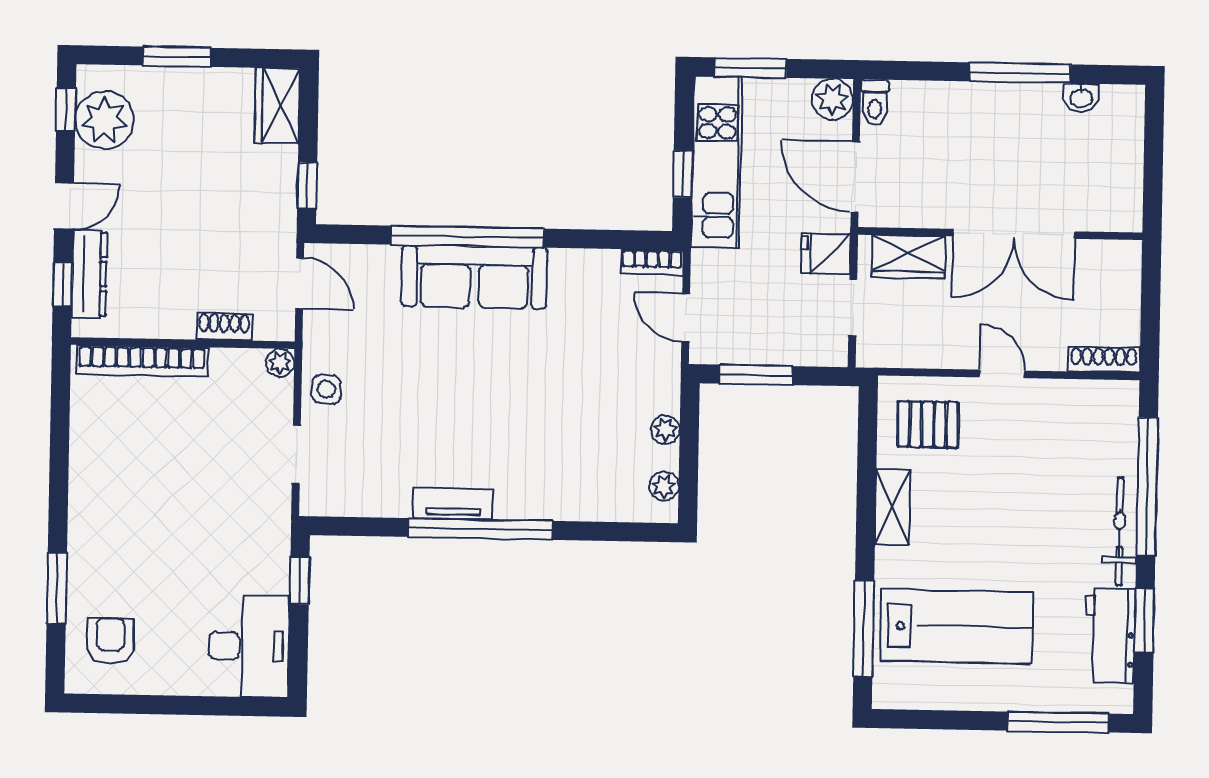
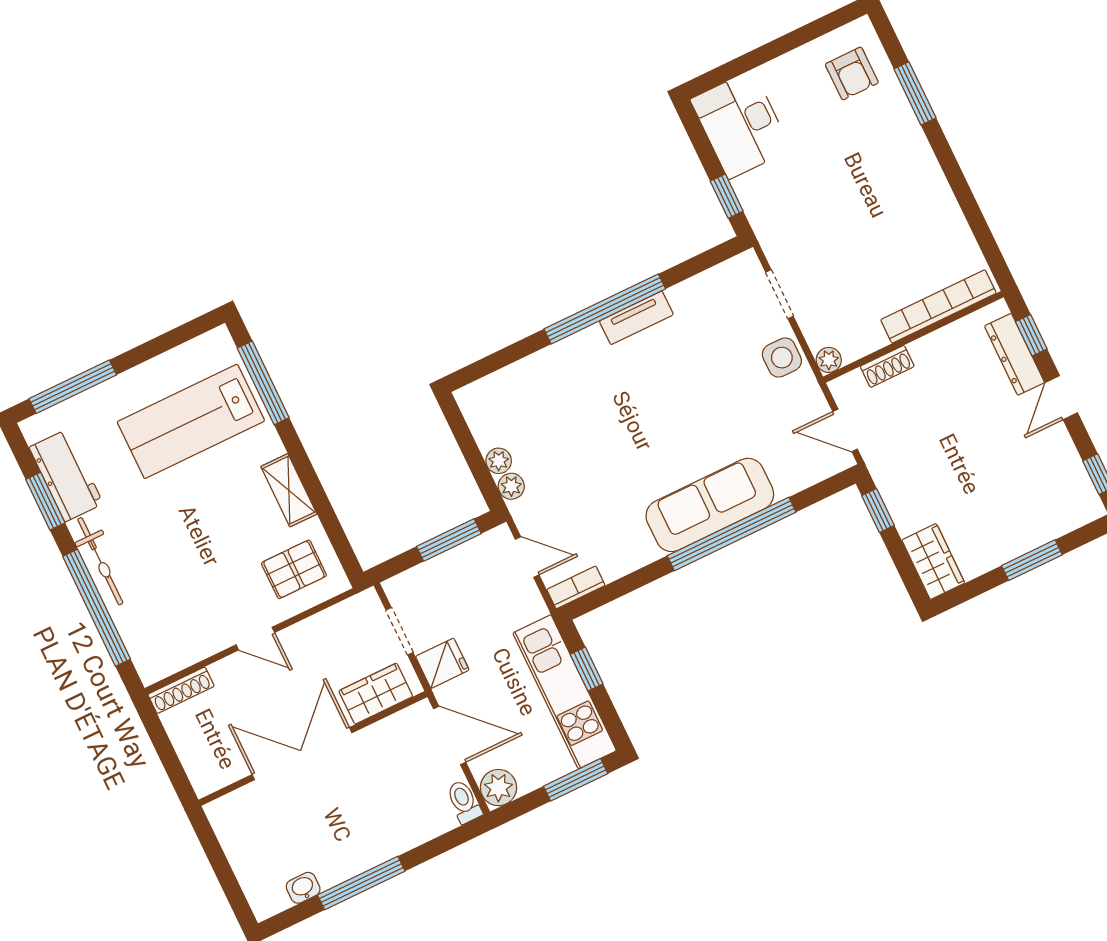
plant: (104, 120) -> (1064, 481), removed
side table: (326, 389) -> (782, 358), width x1.37, depth x1.37
plant: (664, 486) -> (511, 486), moved

